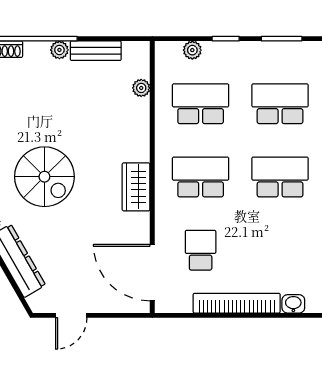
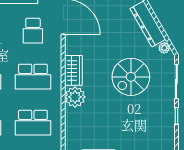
plant: (141, 88) -> (75, 97), moved, width x1.87, depth x1.87
spiral stairs: (44, 177) -> (131, 77), turned -90

